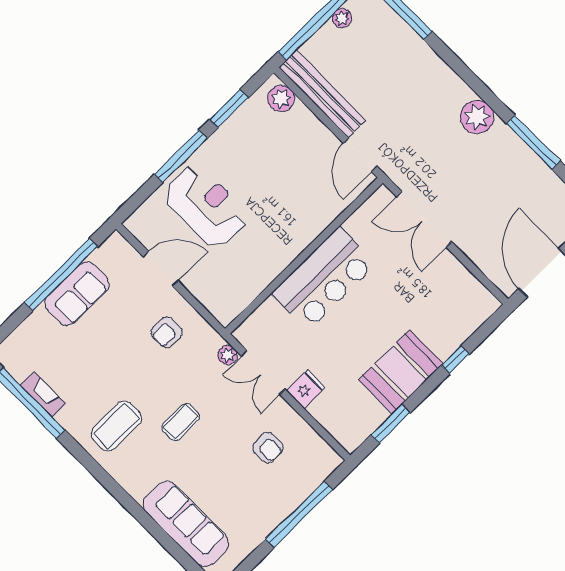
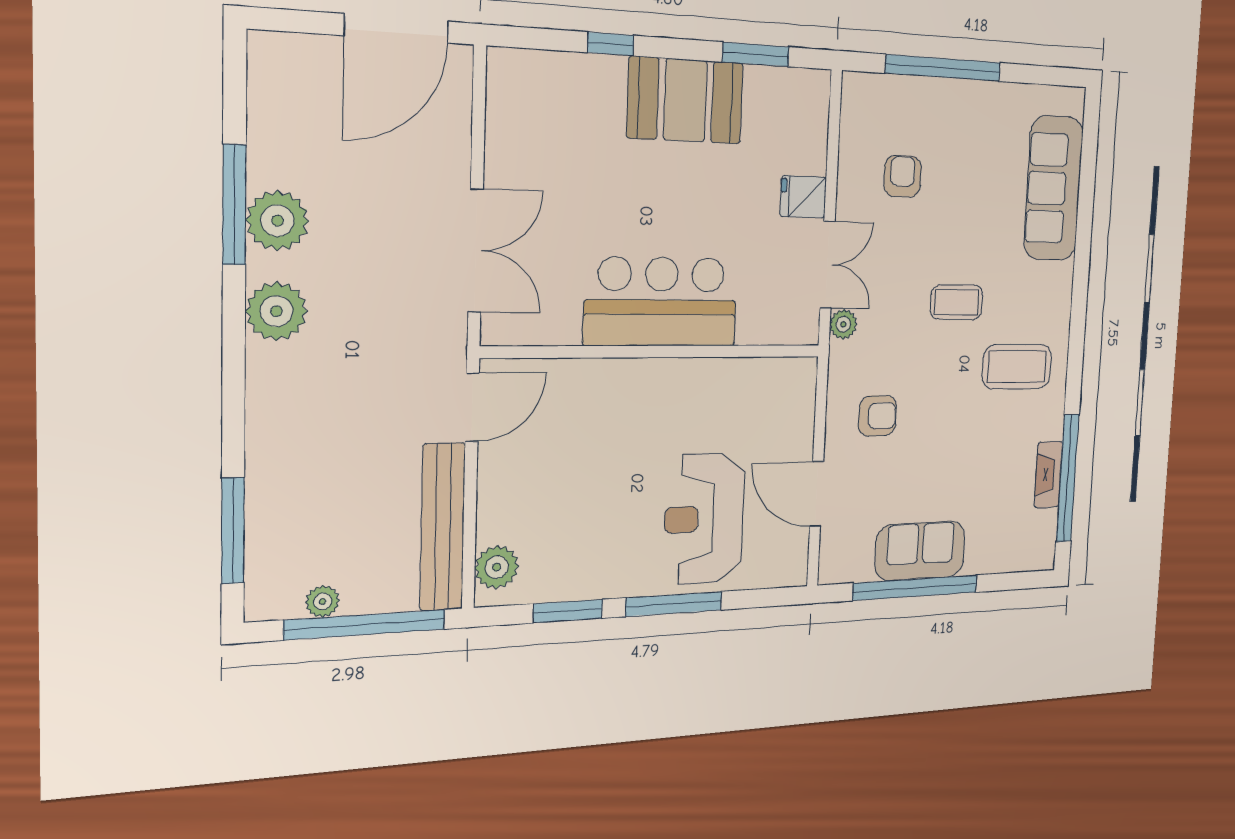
plant: (512, 152) -> (277, 221), added

